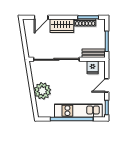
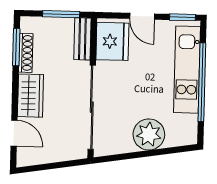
fridge: (93, 67) -> (112, 41), width x1.88, depth x1.34

